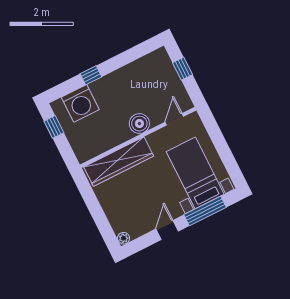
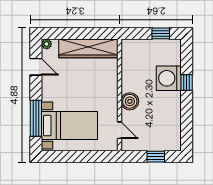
washing machine: (80, 103) -> (169, 78), moved
wardrobe: (119, 162) -> (88, 48), moved, turned -90
door: (167, 230) -> (36, 67), moved

